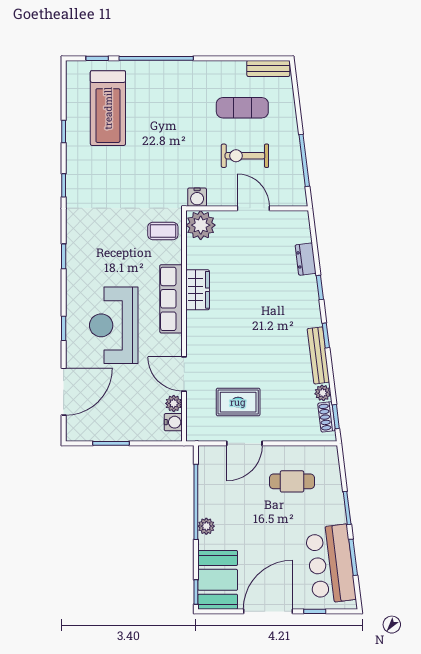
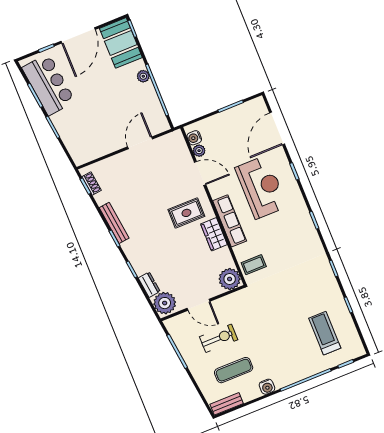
treadmill: (108, 108) -> (325, 333), width x0.73, depth x0.73
water cooler: (197, 197) -> (267, 387), moved, turned 180
plant: (323, 393) -> (165, 303), moved, width x1.87, depth x1.87
rug: (238, 402) -> (186, 213), moved
cafe table: (292, 481) -> (97, 130), removed

